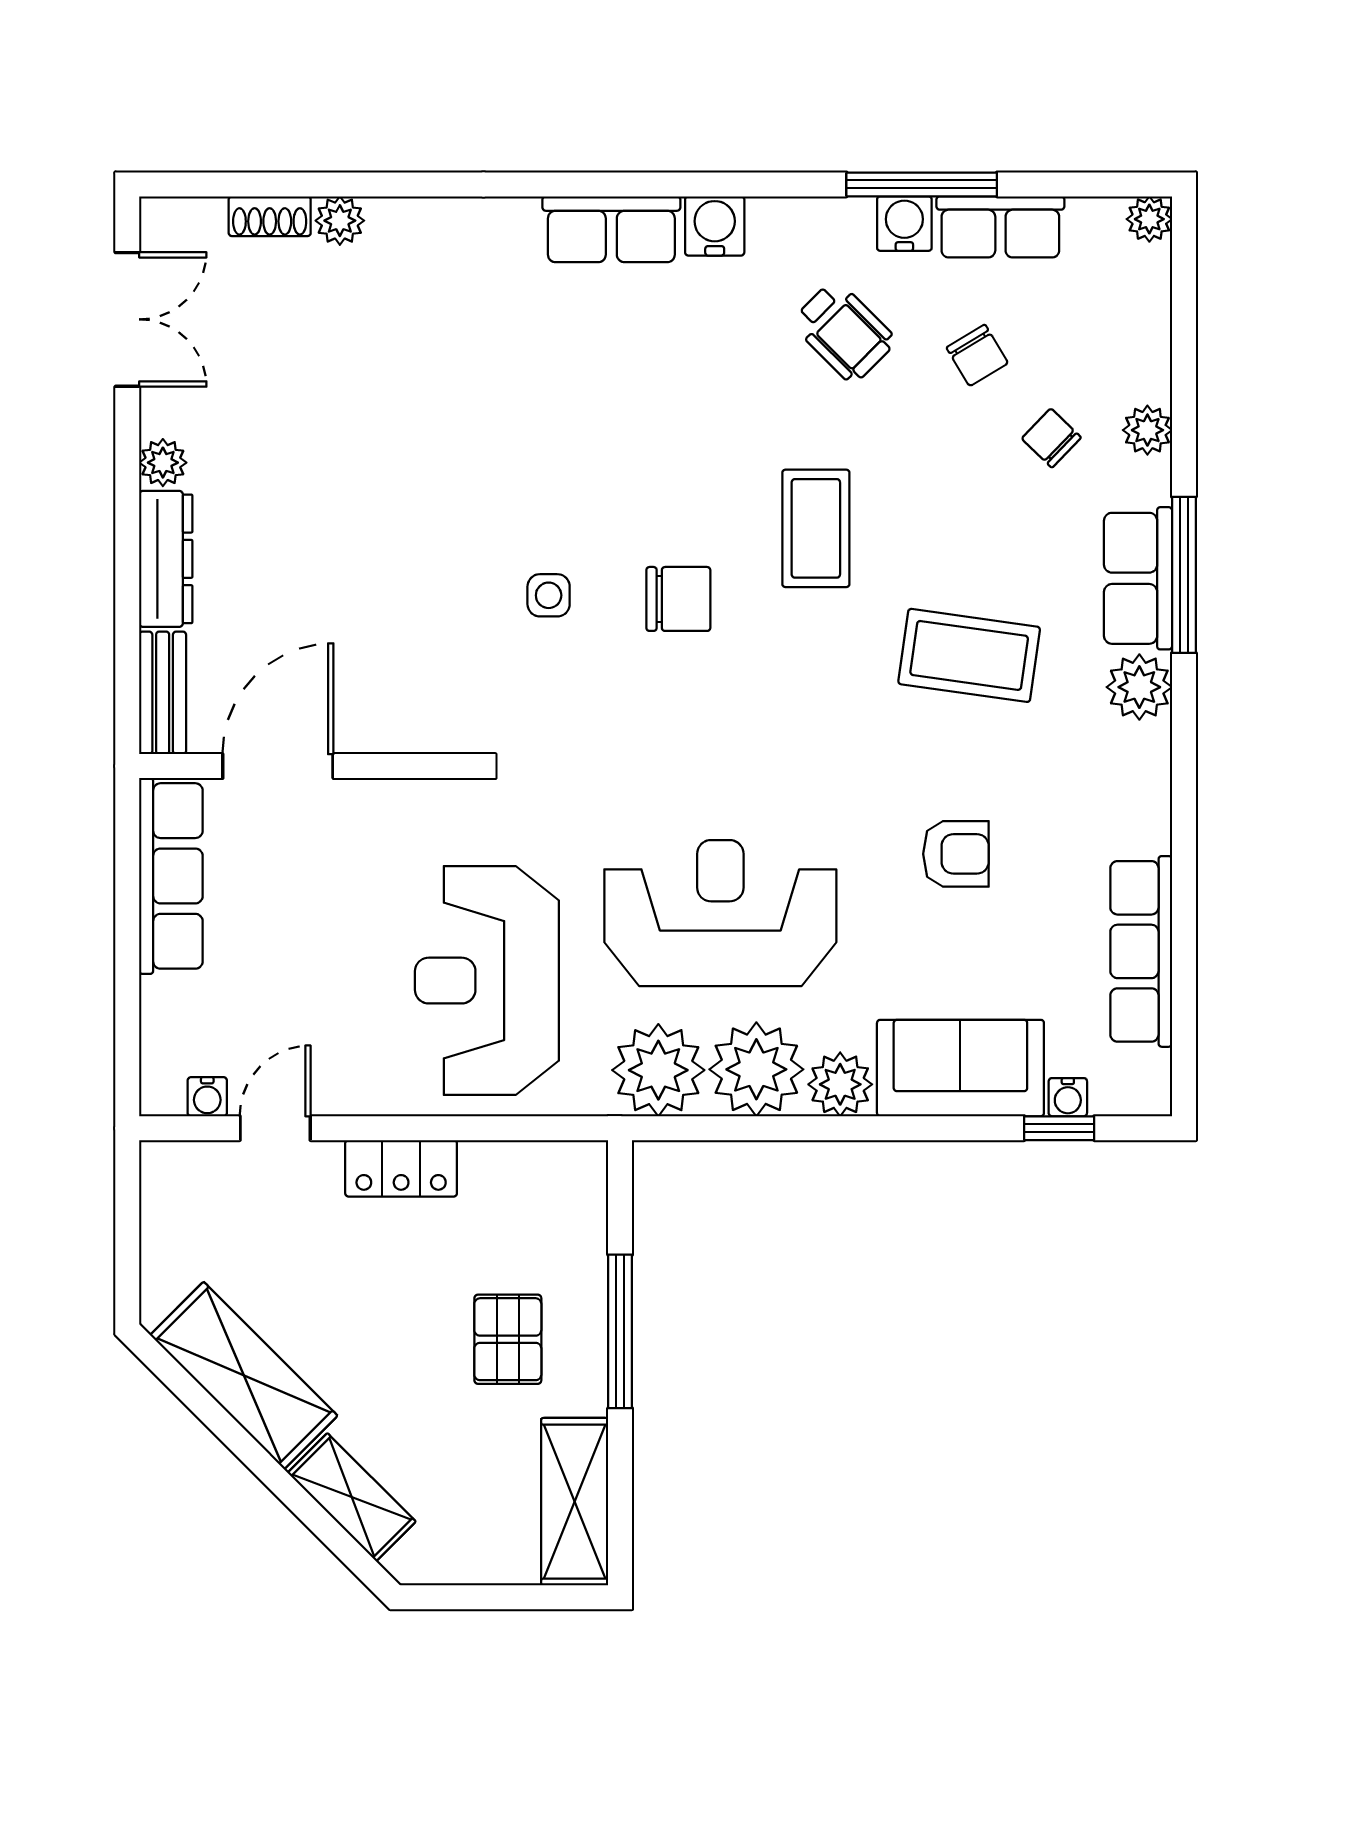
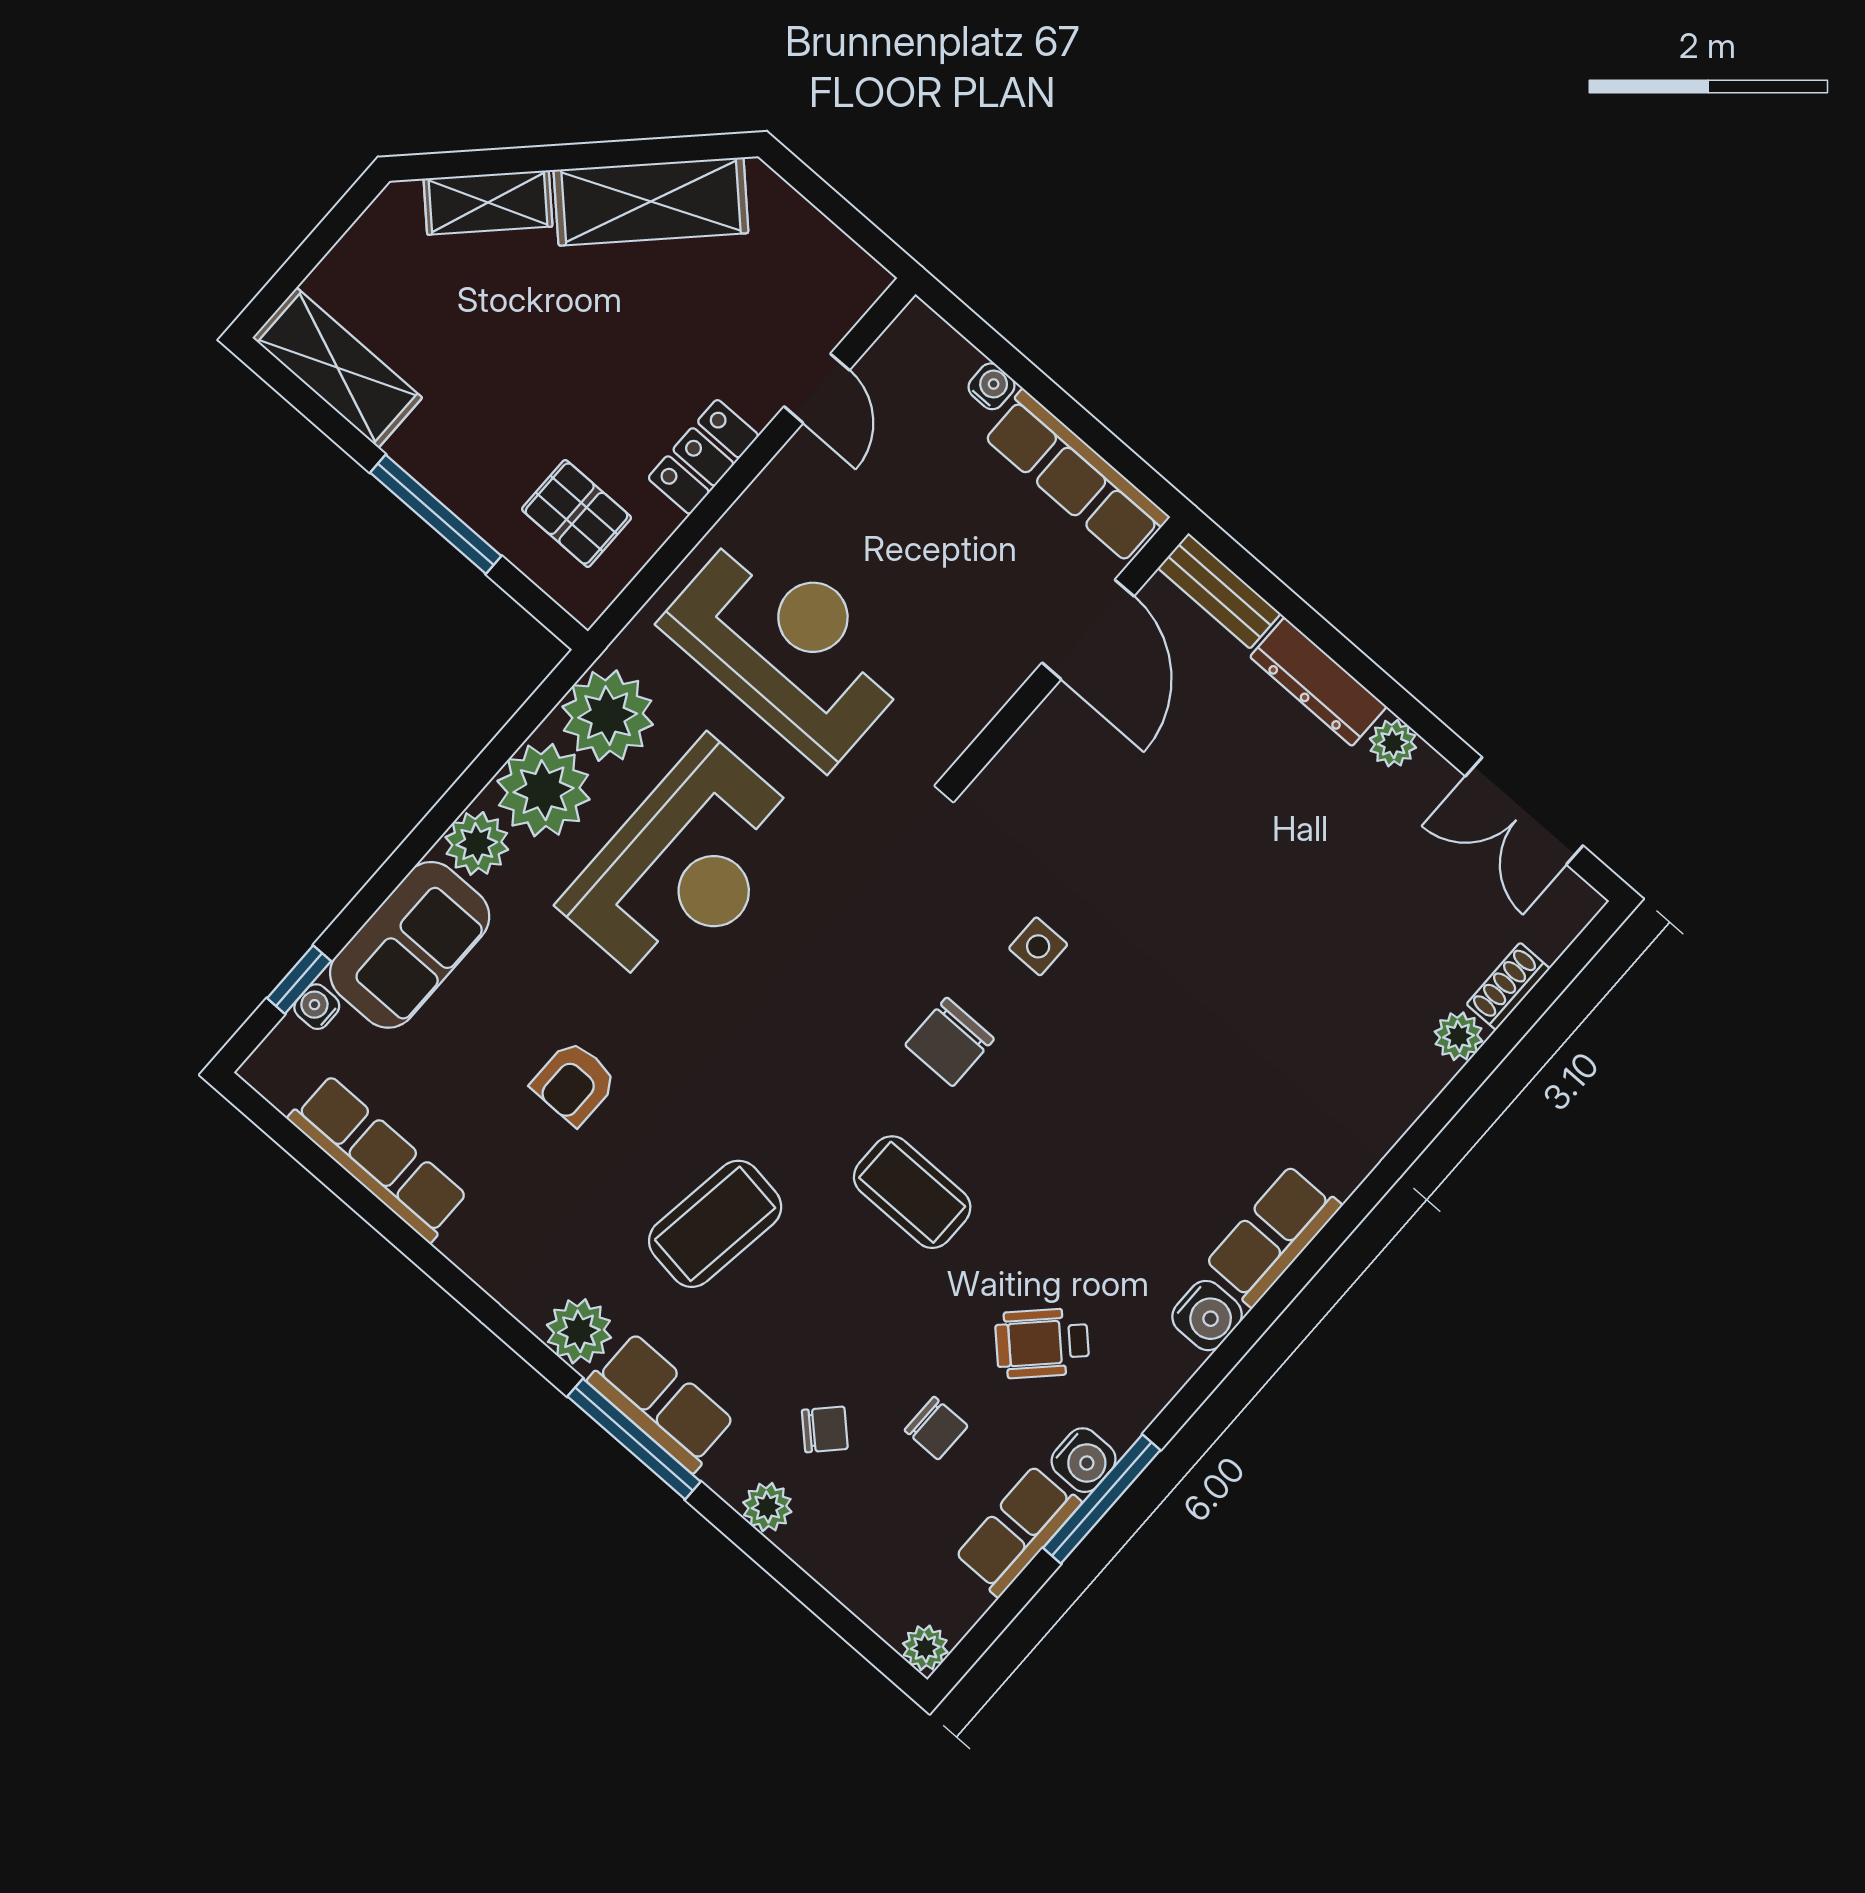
chair: (977, 355) -> (936, 1428), turned -149
water cooler: (207, 1097) -> (991, 386), moved, turned 90
pallet: (508, 1339) -> (577, 513), moved

